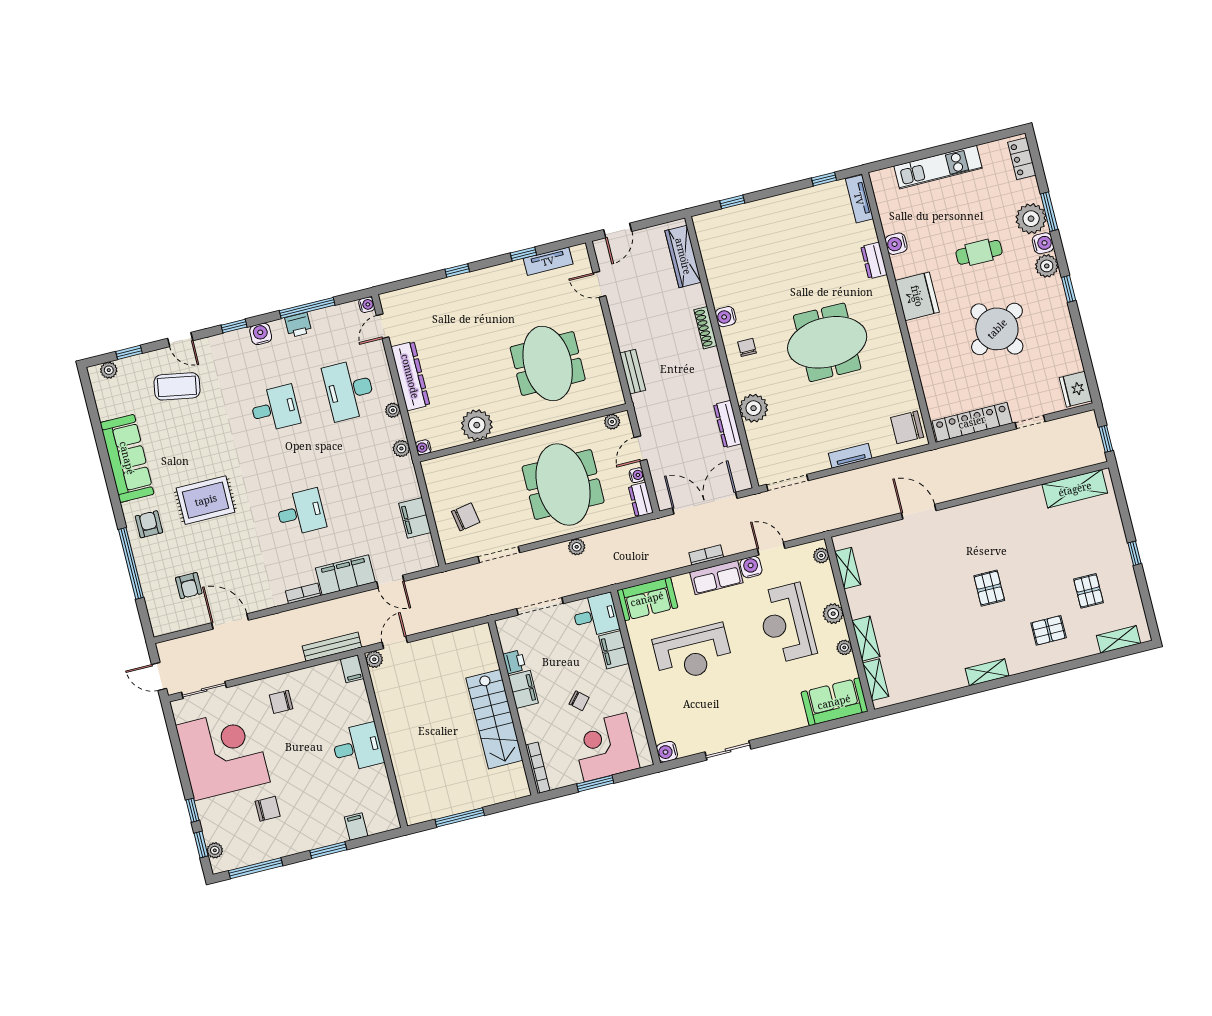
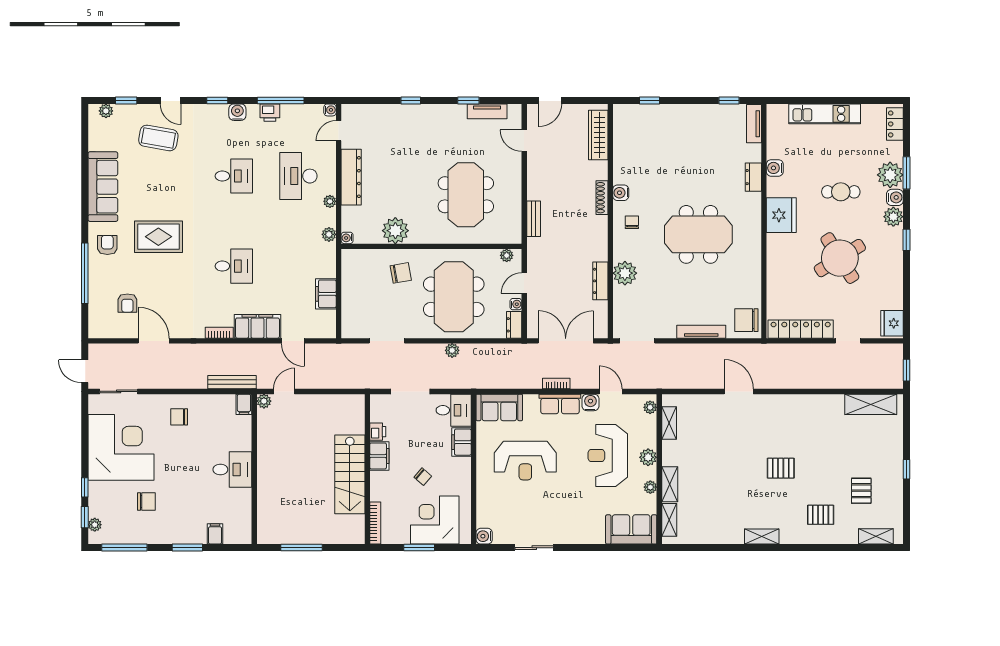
tv unit: (850, 456) -> (701, 332), width x1.41
chair: (466, 517) -> (401, 273), moved
pallet: (989, 588) -> (781, 468), turned 90

